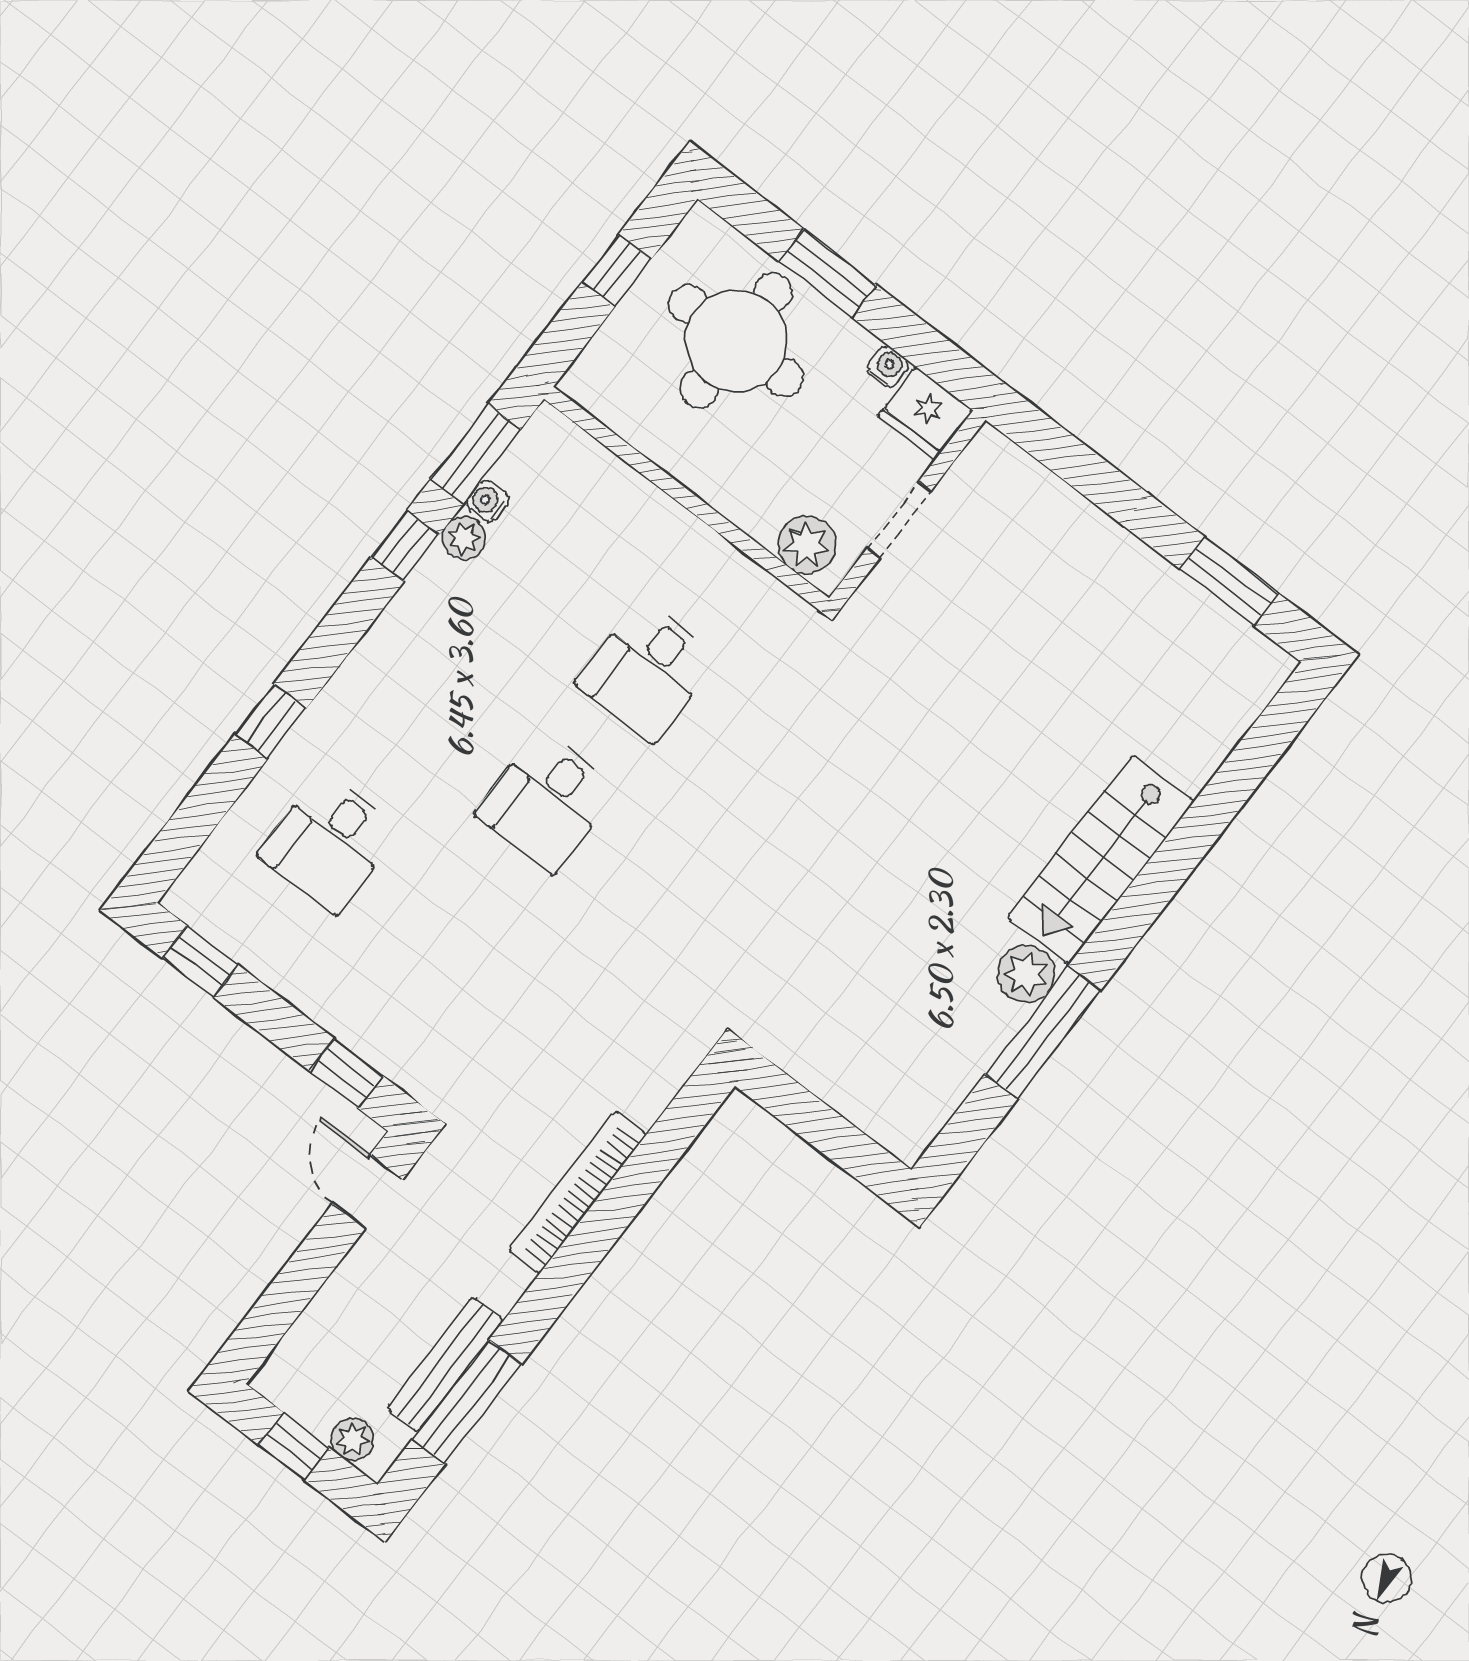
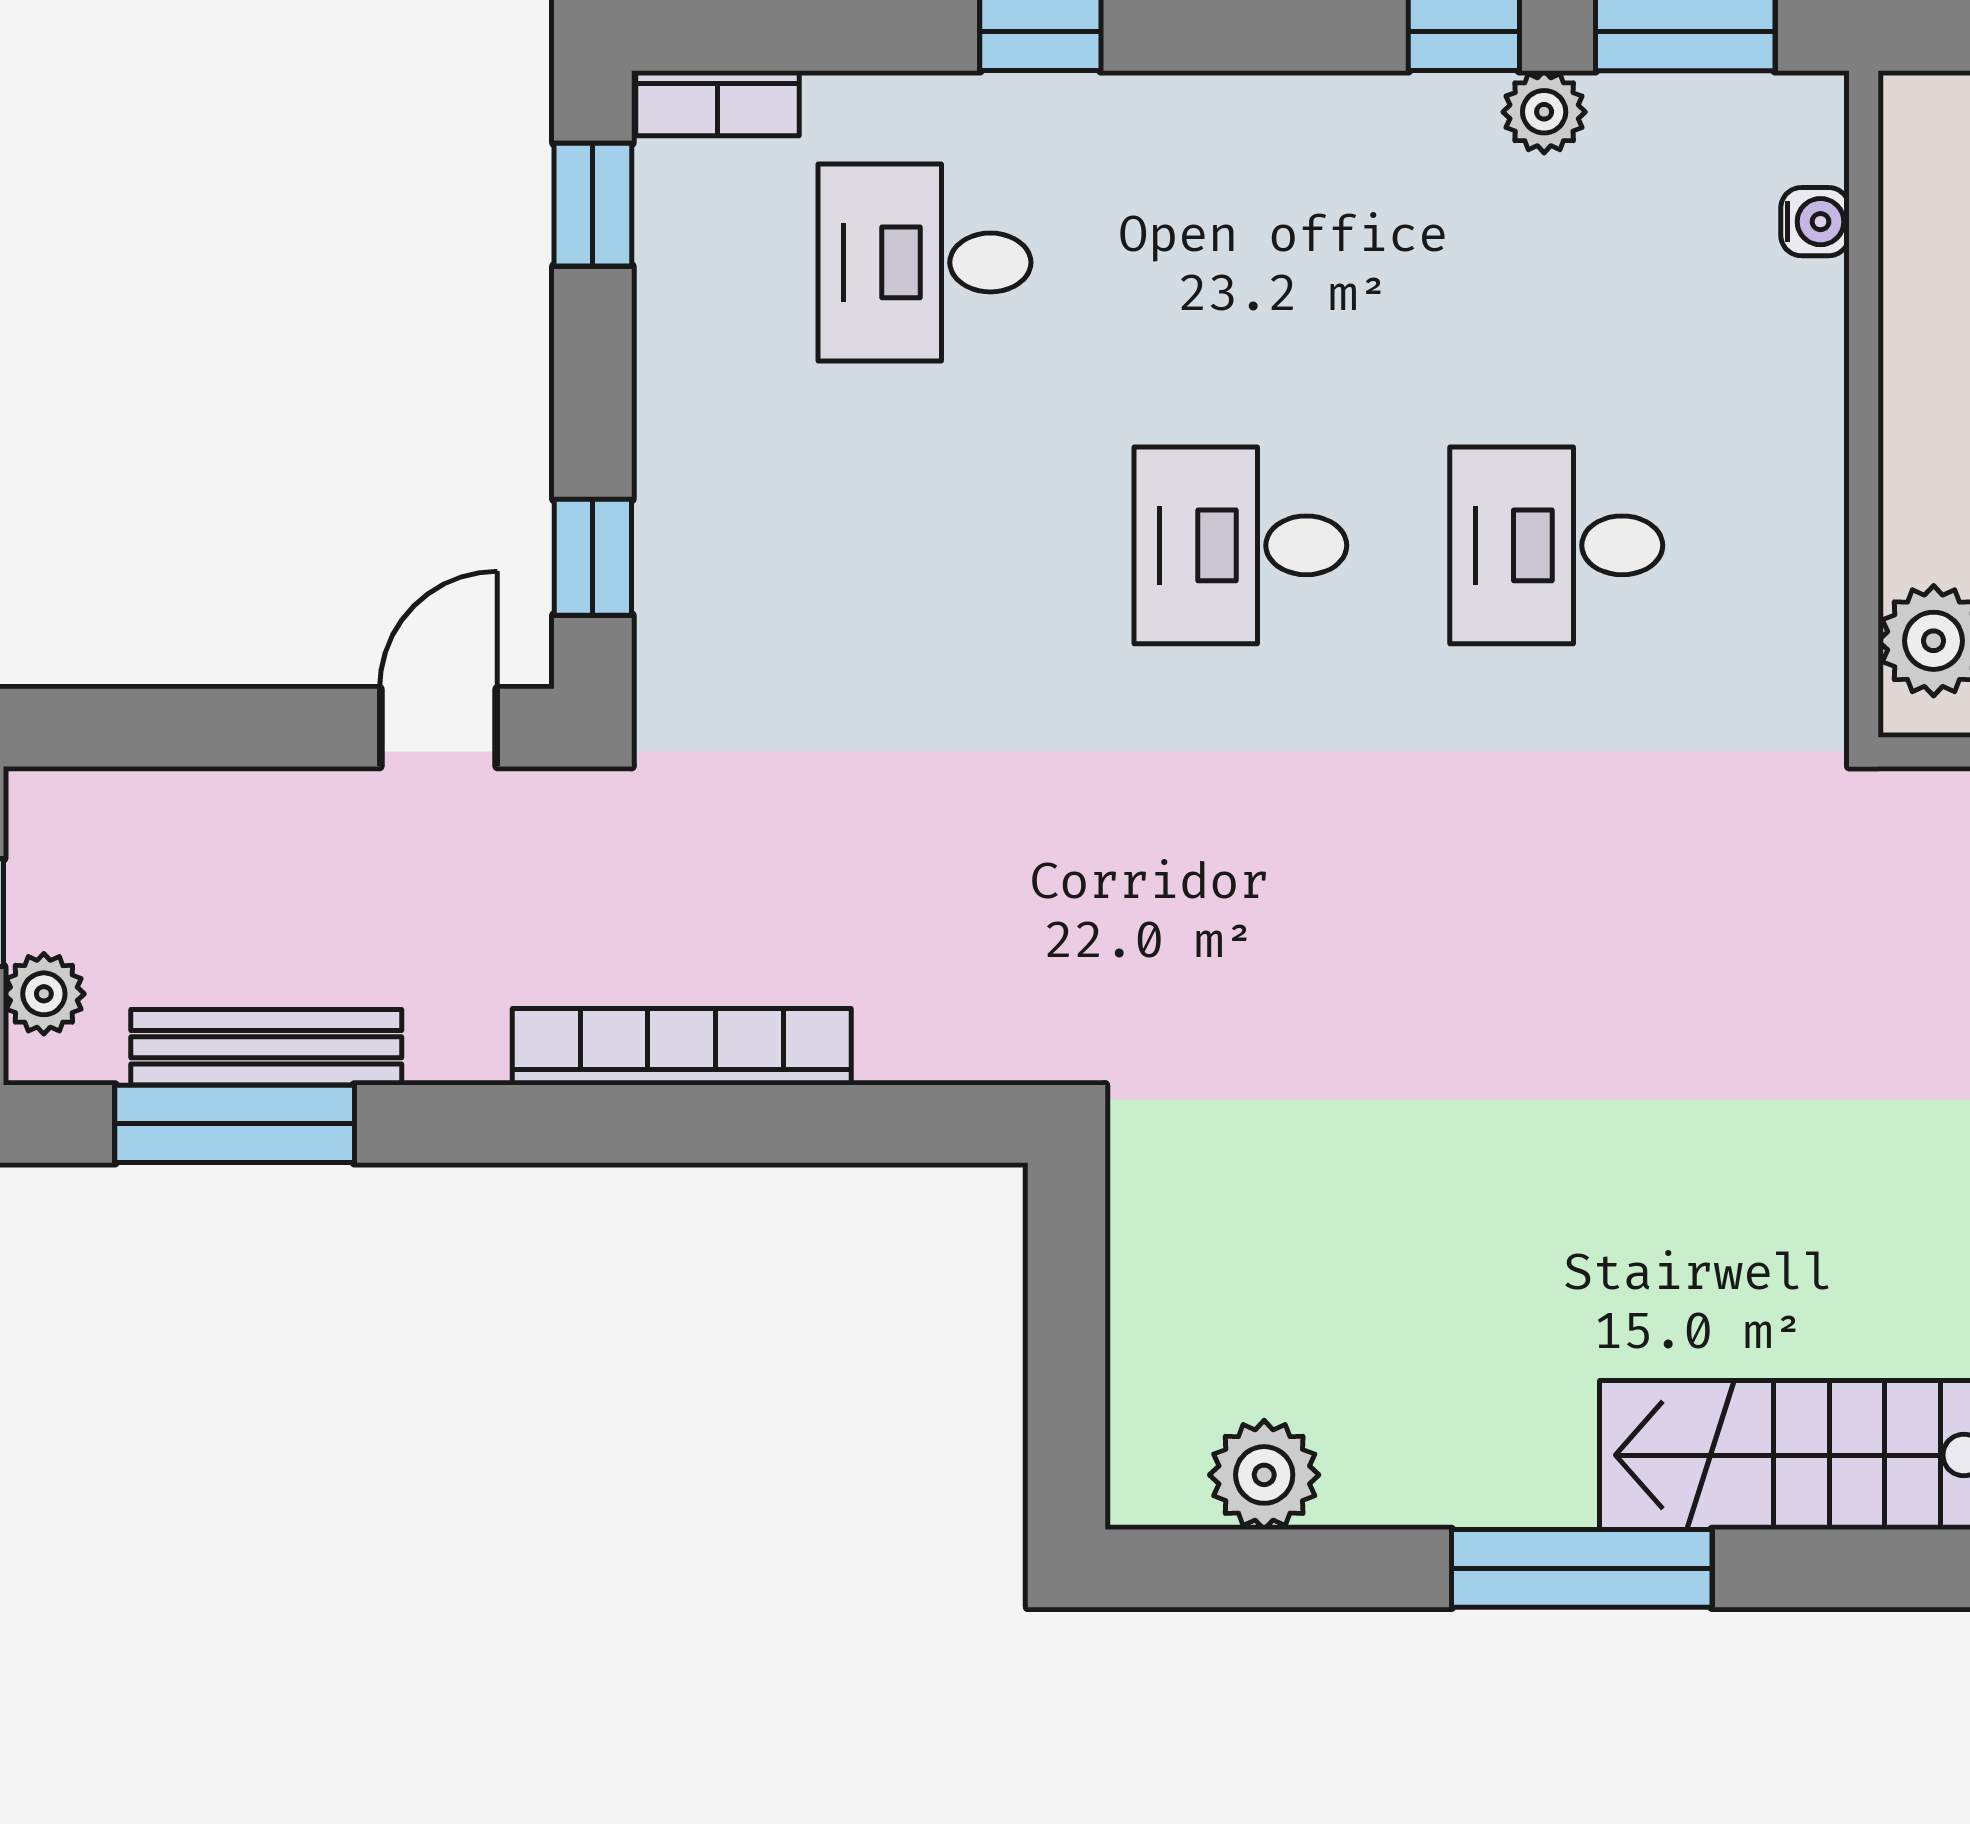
water cooler: (487, 501) -> (1815, 222), moved, turned 90
bookcase: (198, 878) -> (717, 103), added
plant: (1026, 974) -> (1264, 1475), moved
window: (1043, 1032) -> (1582, 1568), moved

